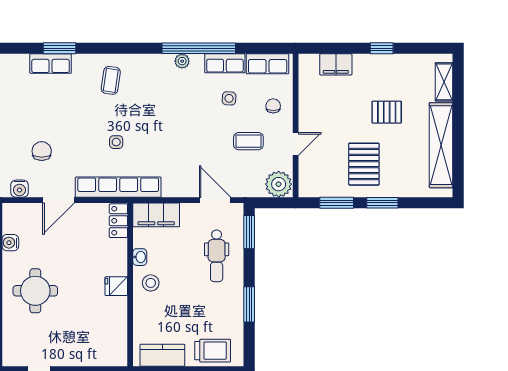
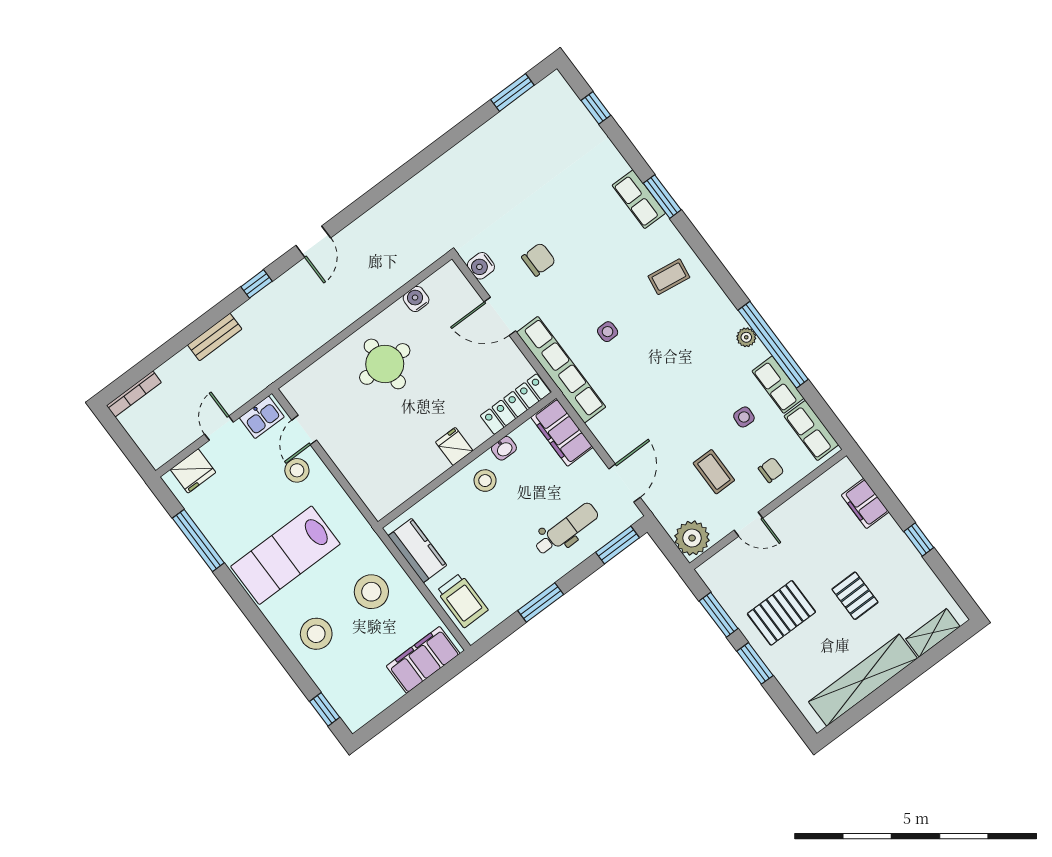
locker: (118, 221) -> (515, 404), width x1.53
dental chair: (217, 256) -> (566, 529), turned 180

